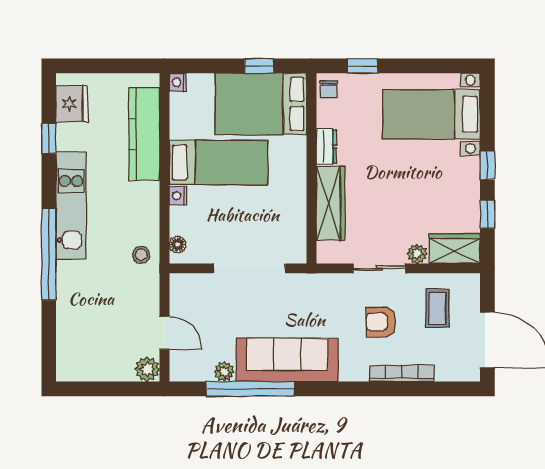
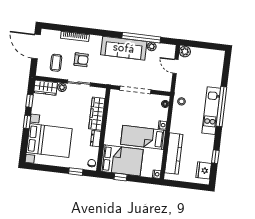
bed with nightstands: (431, 114) -> (49, 141), width x1.36
kitchen unit: (71, 206) -> (211, 111), moved

